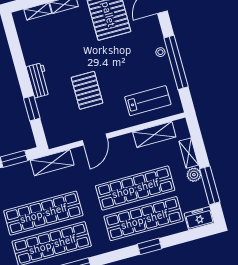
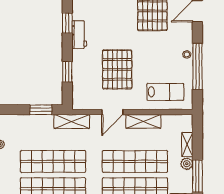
window: (17, 54) -> (67, 23), added
workbench: (38, 80) -> (79, 35), moved
pallet: (87, 90) -> (117, 69), width x1.37, depth x1.41
shelving: (154, 134) -> (143, 121), moved

